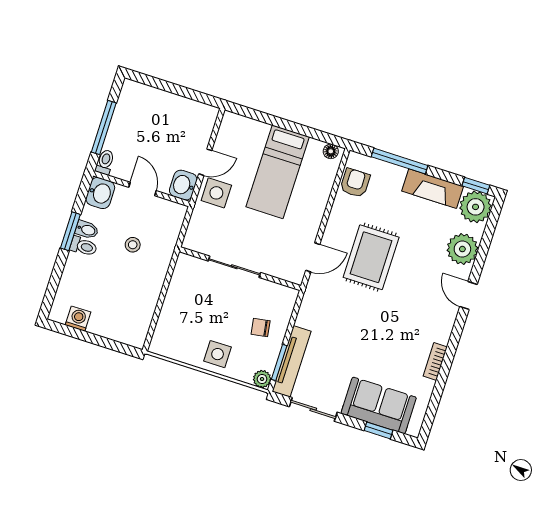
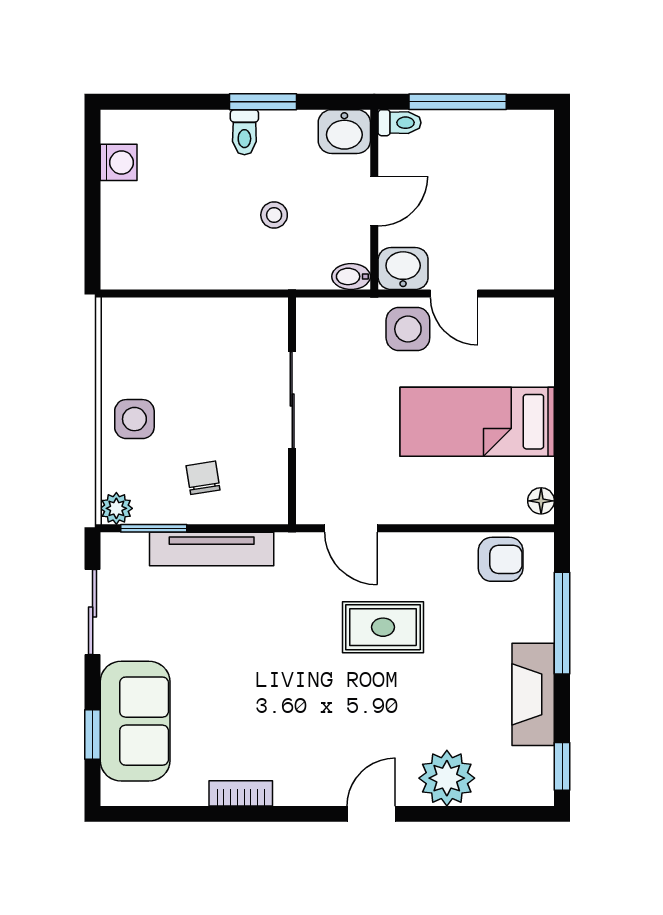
plant: (476, 207) -> (526, 777), removed
bidet: (87, 230) -> (351, 276), moved, turned 90
rug: (371, 257) -> (383, 627), width x0.73, depth x0.70
tv unit: (292, 361) -> (212, 549), moved

